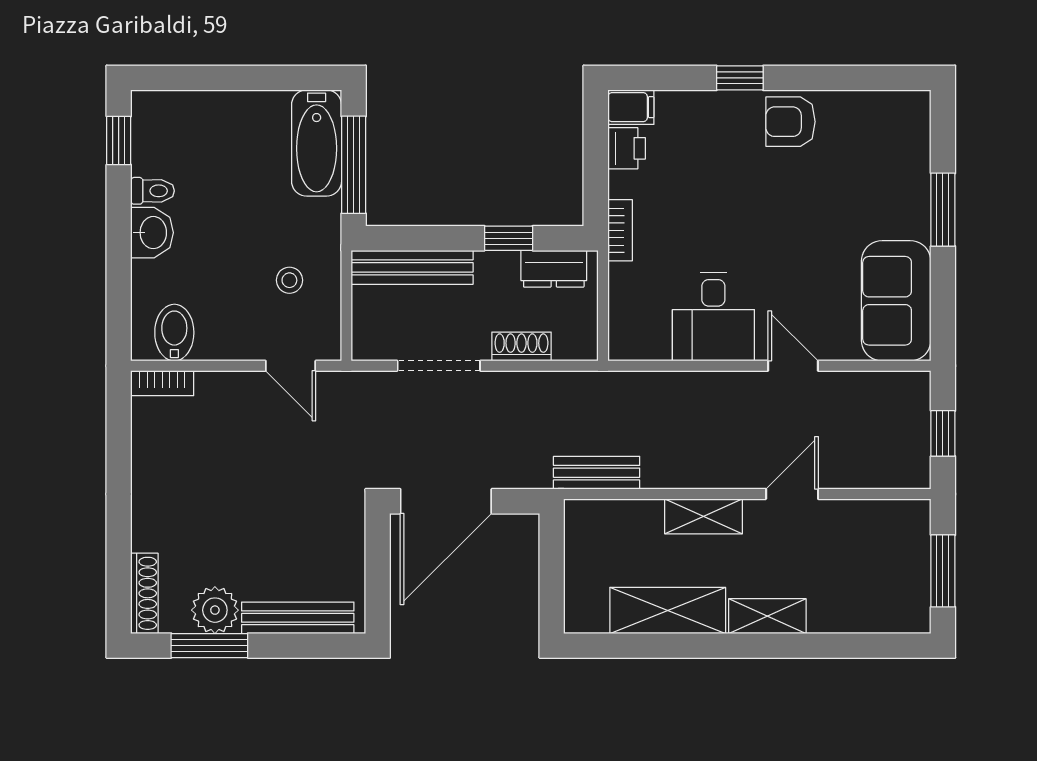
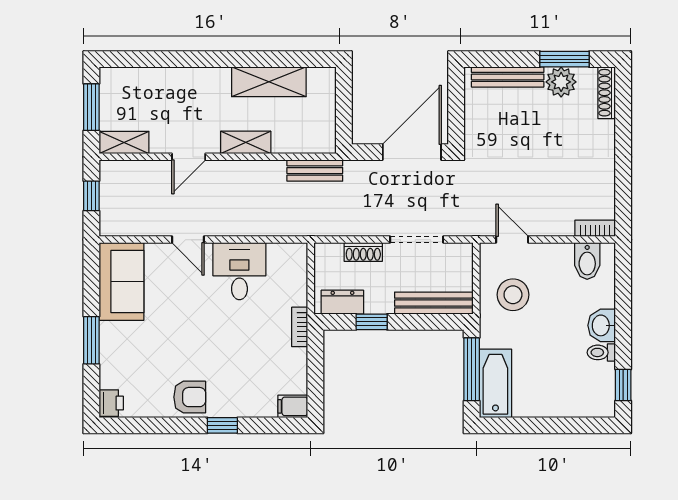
printer: (627, 148) -> (111, 403), moved, turned 180
stool: (289, 280) -> (513, 295), width x1.89, depth x1.89
shelving: (767, 616) -> (124, 142), moved

